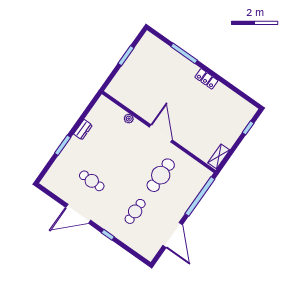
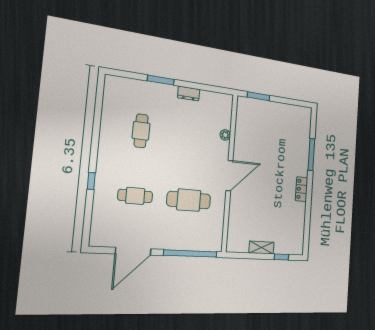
window: (126, 56) -> (258, 96), moved
shelving: (219, 156) -> (261, 248), moved
door: (78, 214) -> (96, 135), removed

